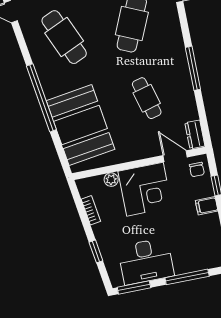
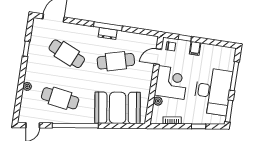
cafe table: (64, 37) -> (60, 98), turned 33
window: (41, 98) -> (75, 126), moved
cafe table: (147, 98) -> (116, 61), width x1.37, depth x1.35
dresser: (195, 134) -> (108, 34), moved
desk: (146, 261) -> (213, 91), width x1.36, depth x1.30

